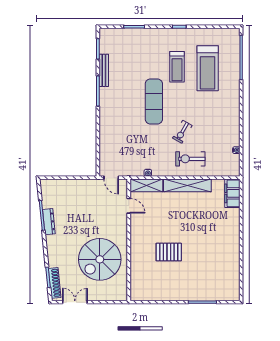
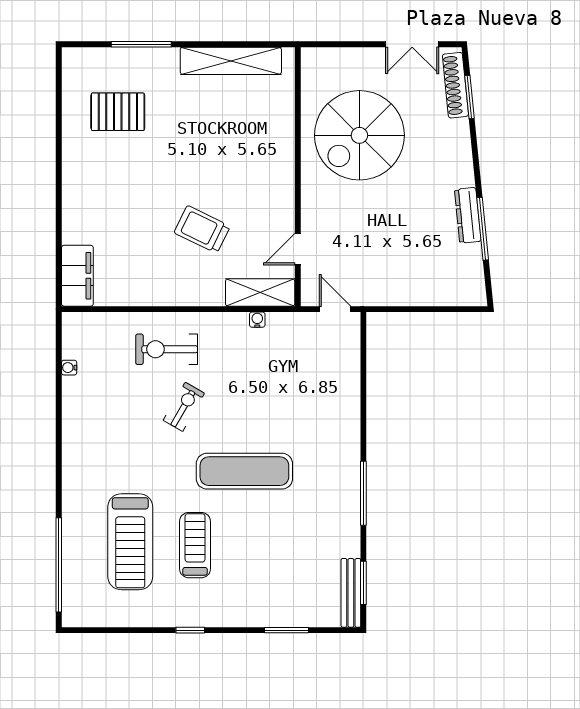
treadmill: (208, 68) -> (130, 542), turned 180
bench: (104, 70) -> (351, 593), moved
exercise mat: (154, 101) -> (244, 471), turned 90
exercise bike: (190, 159) -> (167, 349), turned 180
shelving: (187, 185) -> (231, 61), moved
door: (129, 206) -> (298, 249), hinge flipped
trolley: (174, 215) -> (202, 229), added
pallet: (169, 252) -> (118, 112), moved
spiral stairs: (100, 259) -> (359, 135), turned 180

